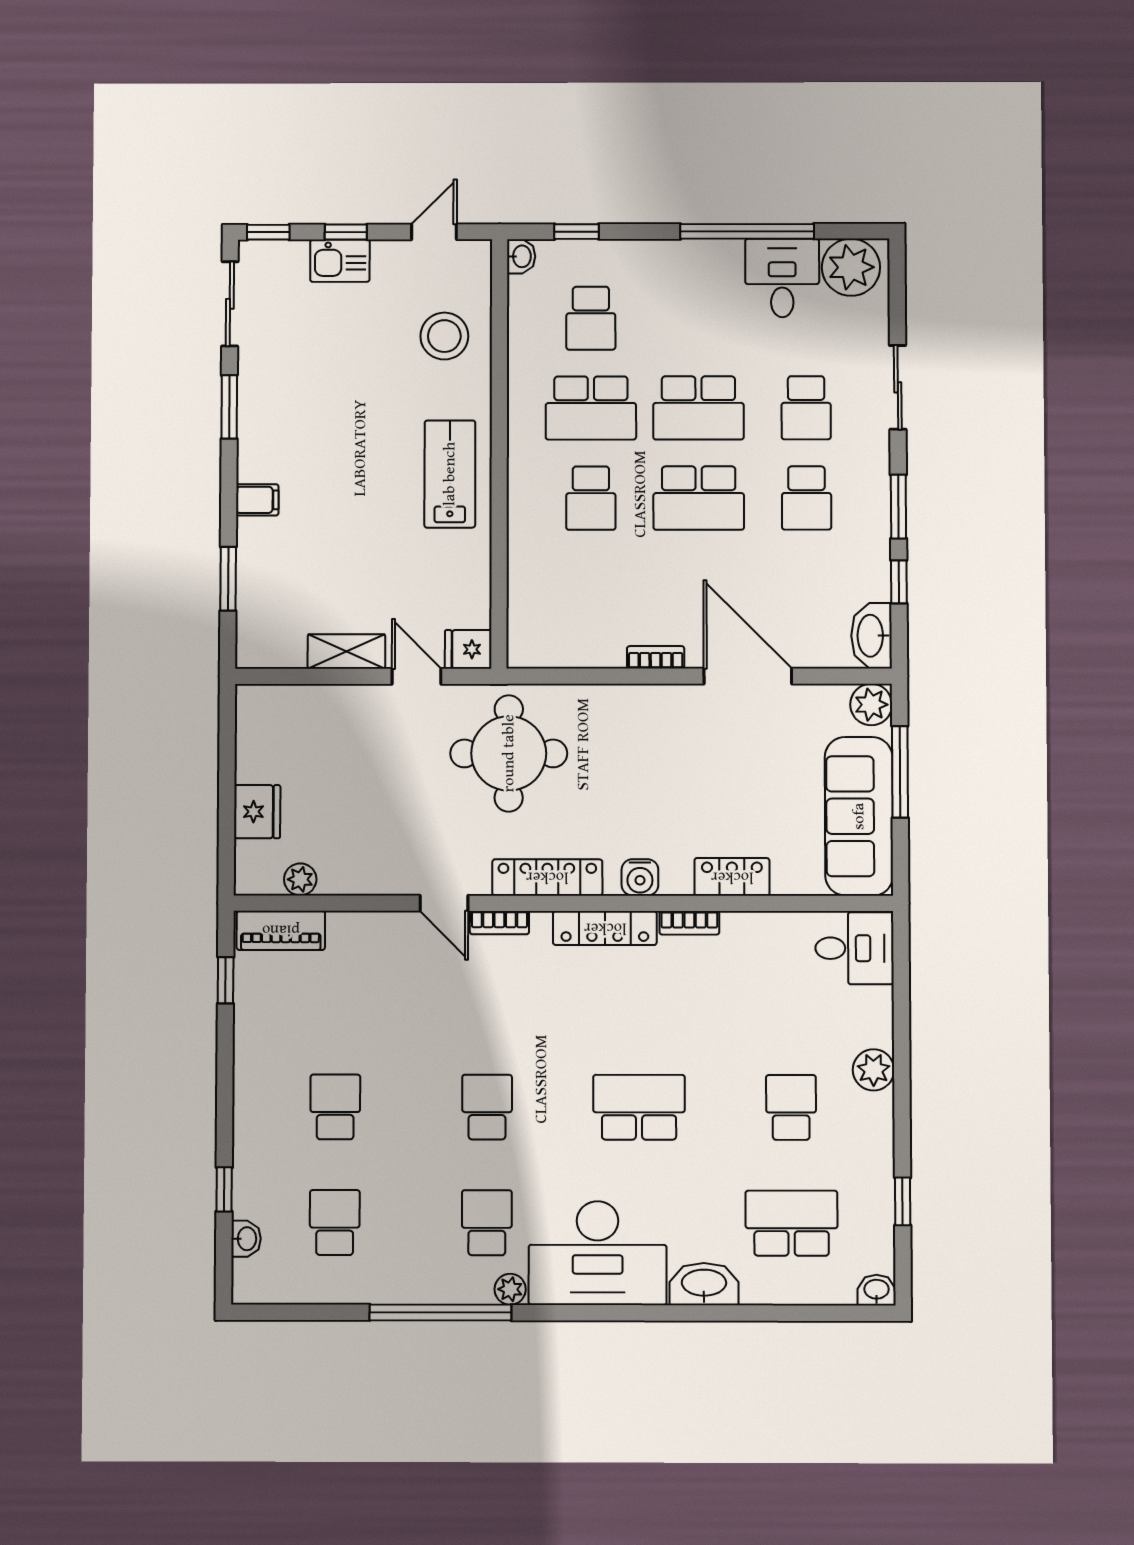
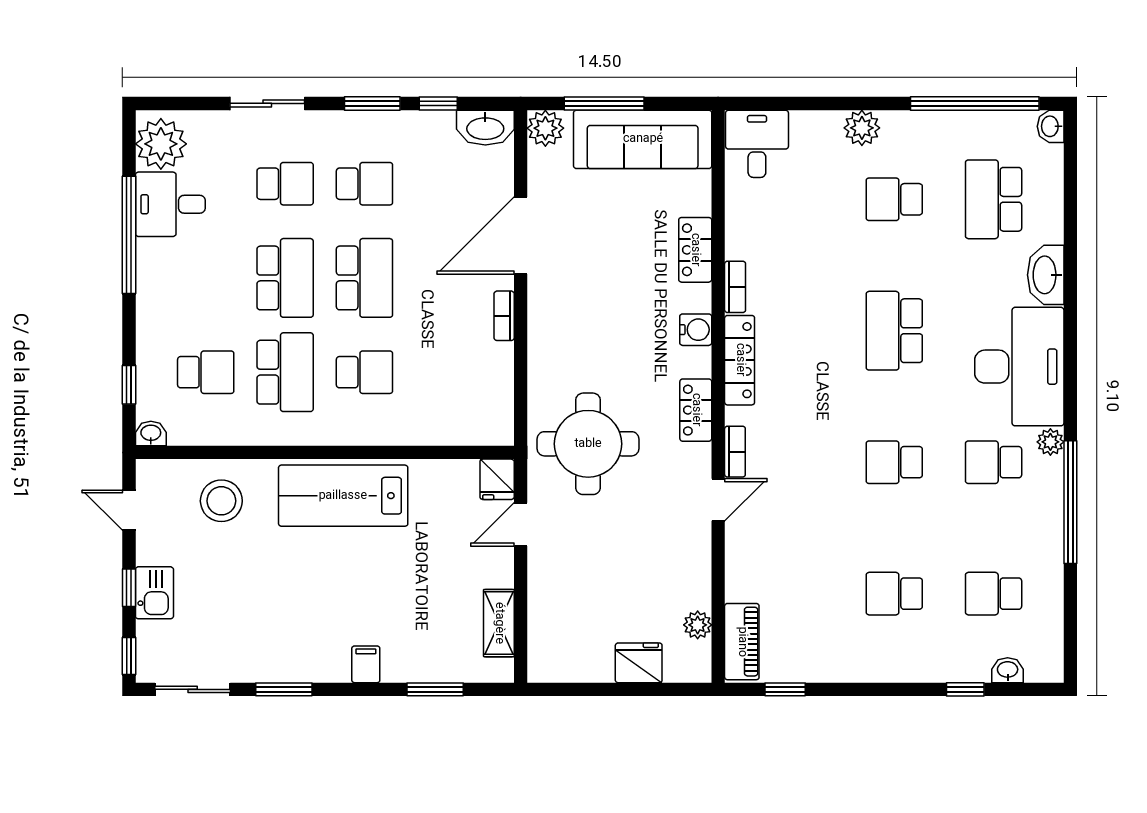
lab bench: (450, 474) -> (343, 496), width x1.36, depth x1.39
shelving: (346, 651) -> (499, 623), moved
locker: (547, 877) -> (696, 410), width x0.66
window: (903, 1201) -> (975, 103), width x3.17

